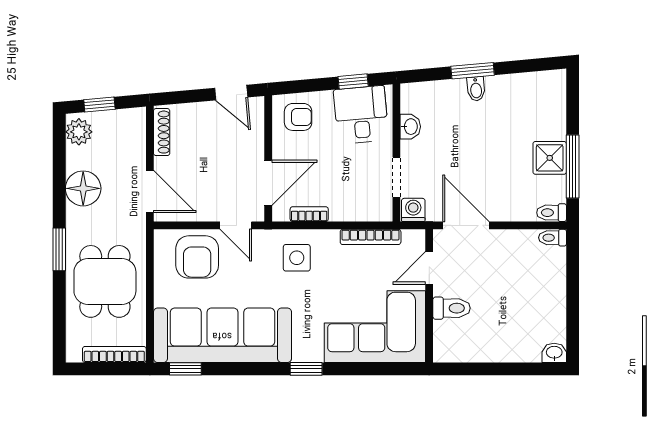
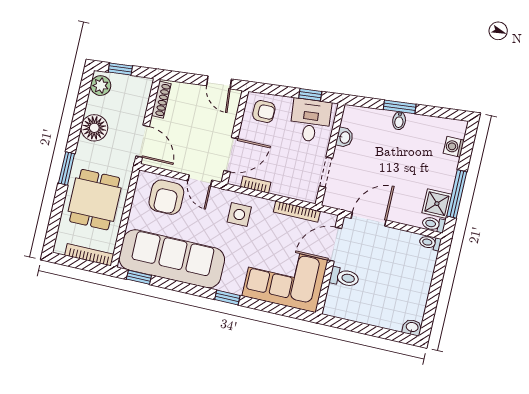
shower: (550, 158) -> (437, 204), moved
washing machine: (413, 210) -> (454, 147), moved, turned -90
door: (466, 225) -> (369, 219), hinge flipped
door: (429, 268) -> (335, 244), width x1.38

